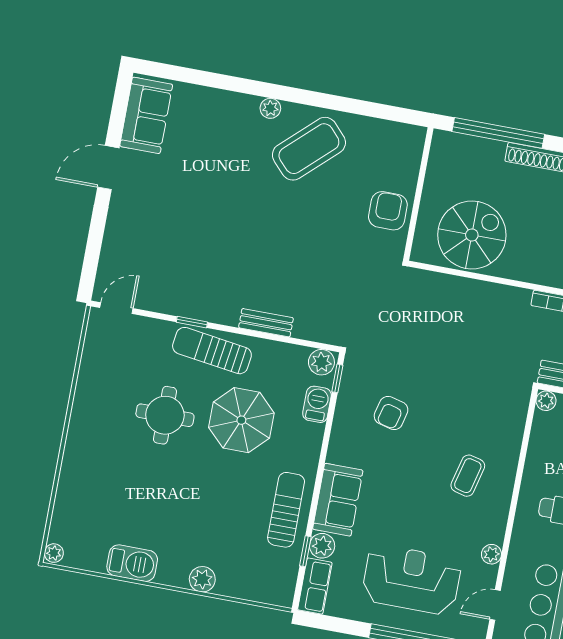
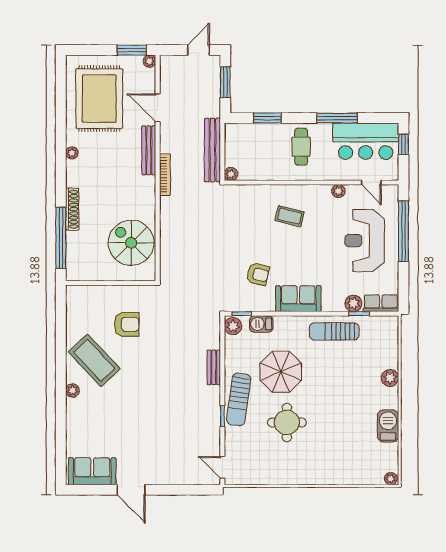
armchair: (388, 211) -> (127, 324), moved, turned 180
sofa: (338, 500) -> (298, 299), moved

